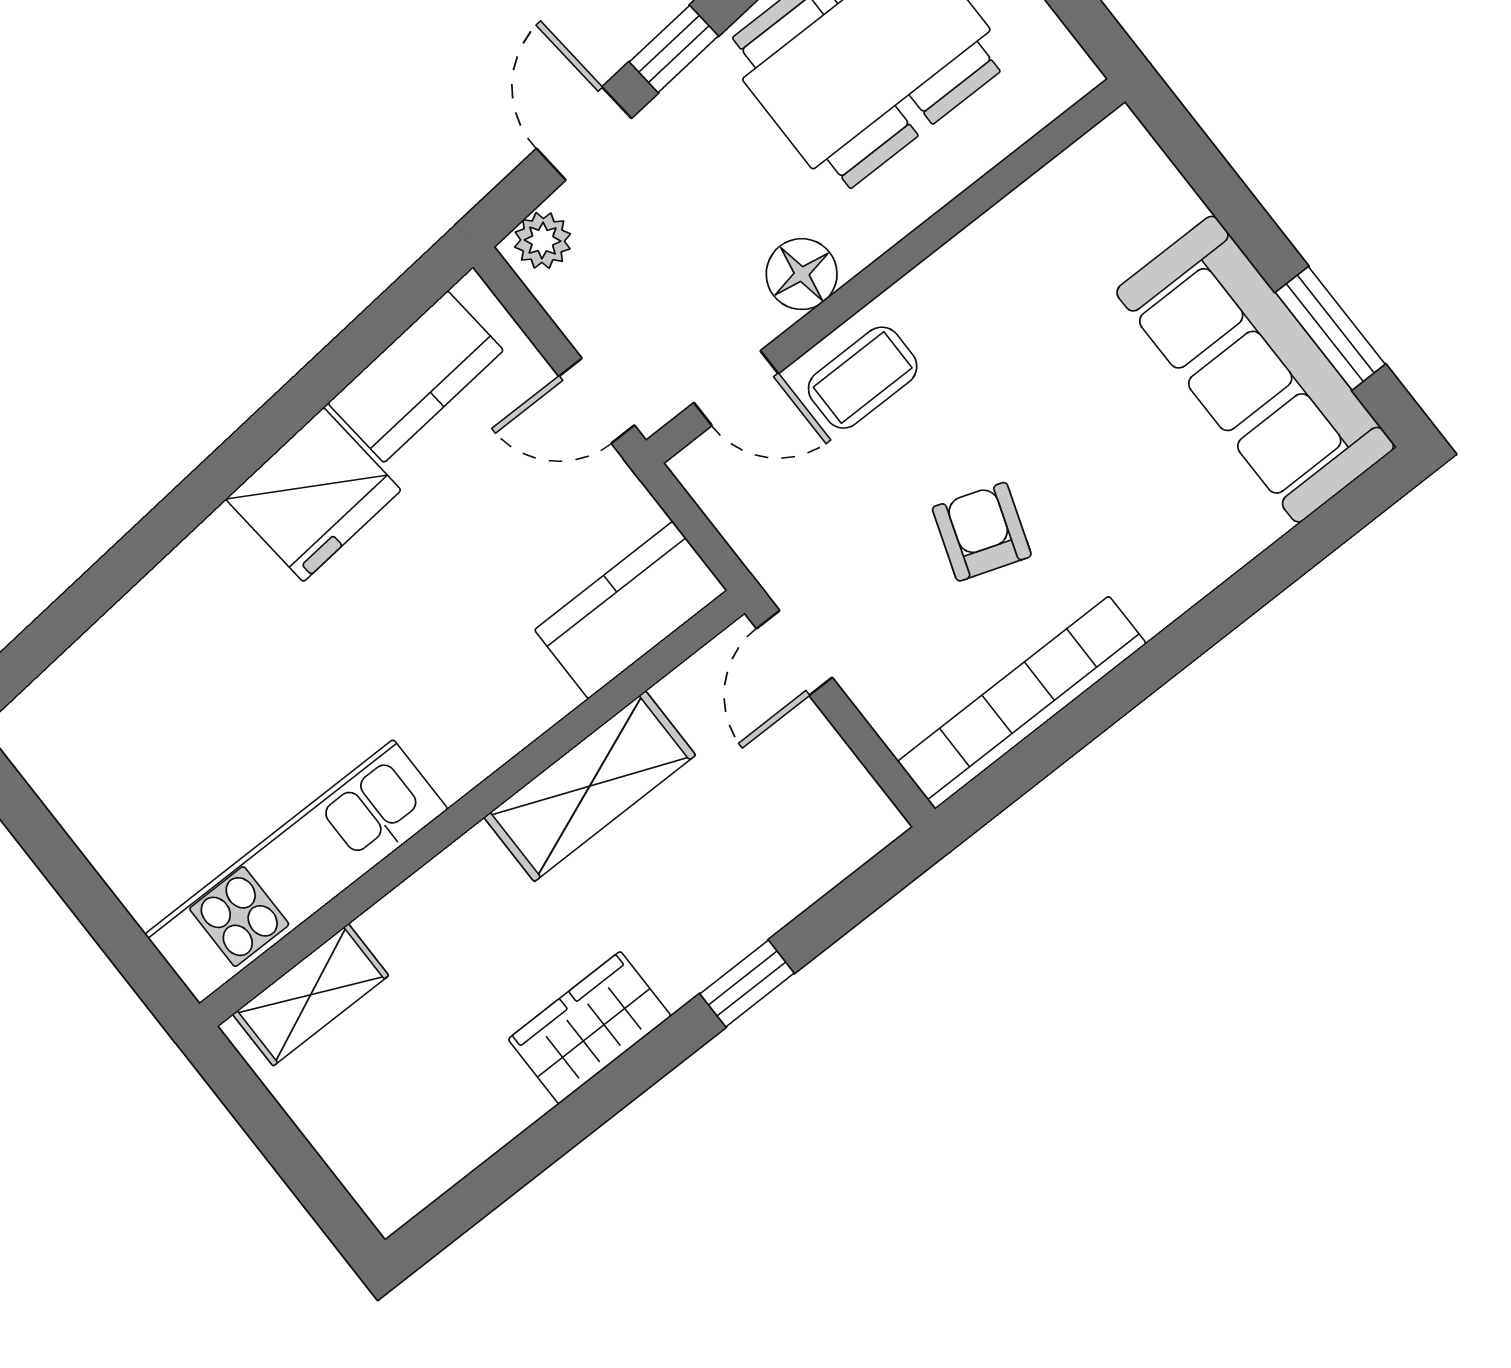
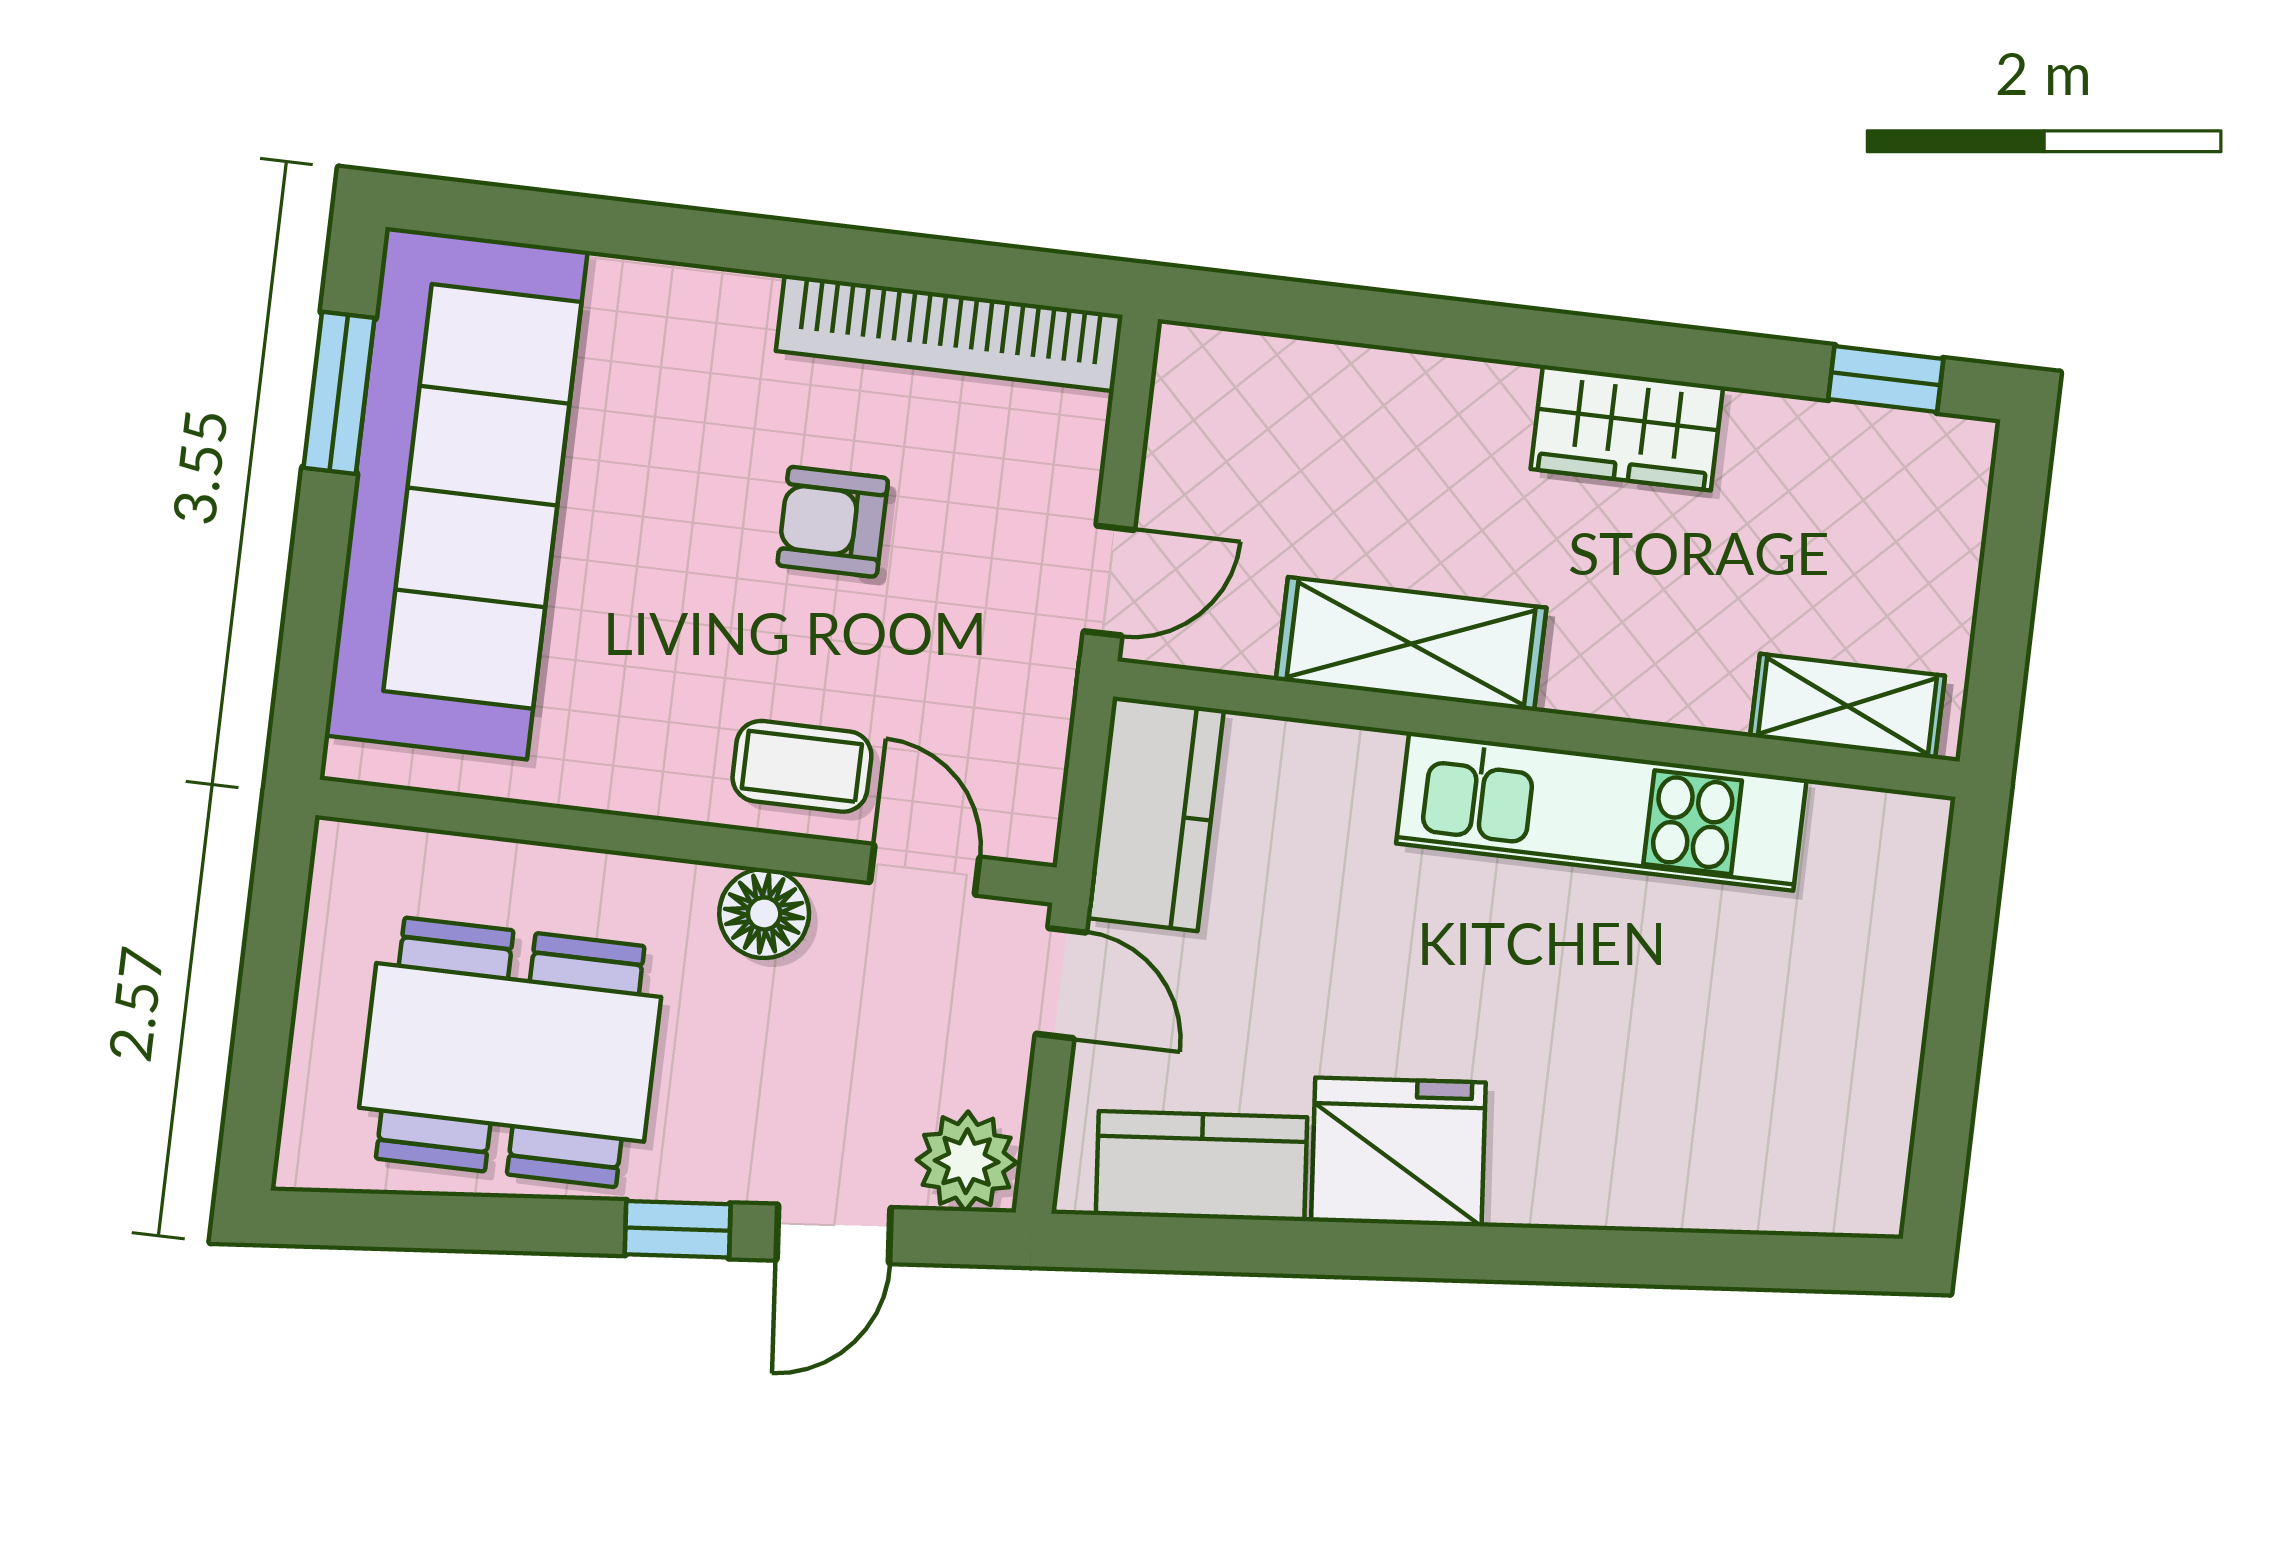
plant: (543, 240) -> (967, 1161), width x1.38, depth x1.38
sofa: (1255, 369) -> (456, 493), width x1.36, depth x1.27
armchair: (982, 532) -> (833, 522), turned 71
kitchen counter: (631, 610) -> (1155, 814), moved, turned -90
kitchen unit: (296, 872) -> (1601, 811), moved
window: (747, 983) -> (1886, 379), moved

